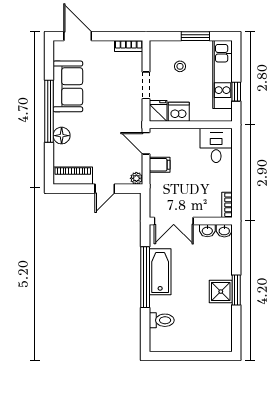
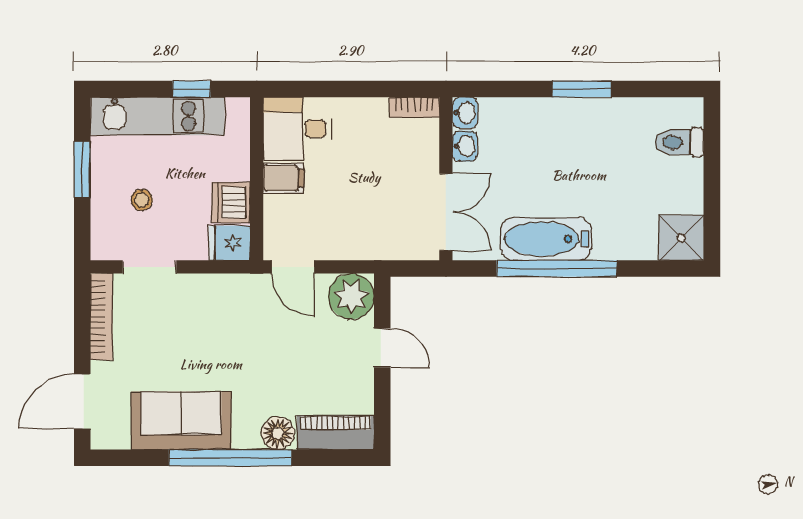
bookcase: (129, 46) -> (101, 317), width x1.56
doorway: (146, 85) -> (149, 267), moved
door: (146, 143) -> (293, 267), hinge flipped
filing cabinet: (160, 165) -> (283, 178), moved, turned 90
piano: (73, 176) -> (336, 432), moved, turned 90
plant: (136, 178) -> (351, 296), width x1.87, depth x1.87
shower: (221, 292) -> (681, 238), moved
toilet: (162, 320) -> (679, 142), moved, turned -90

